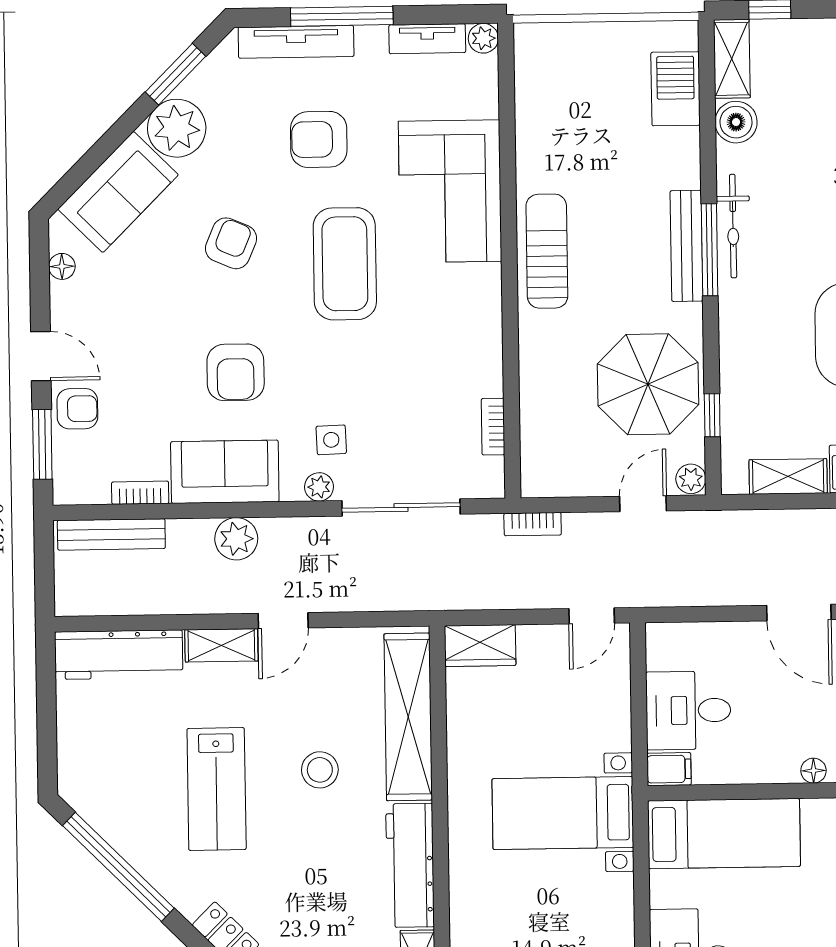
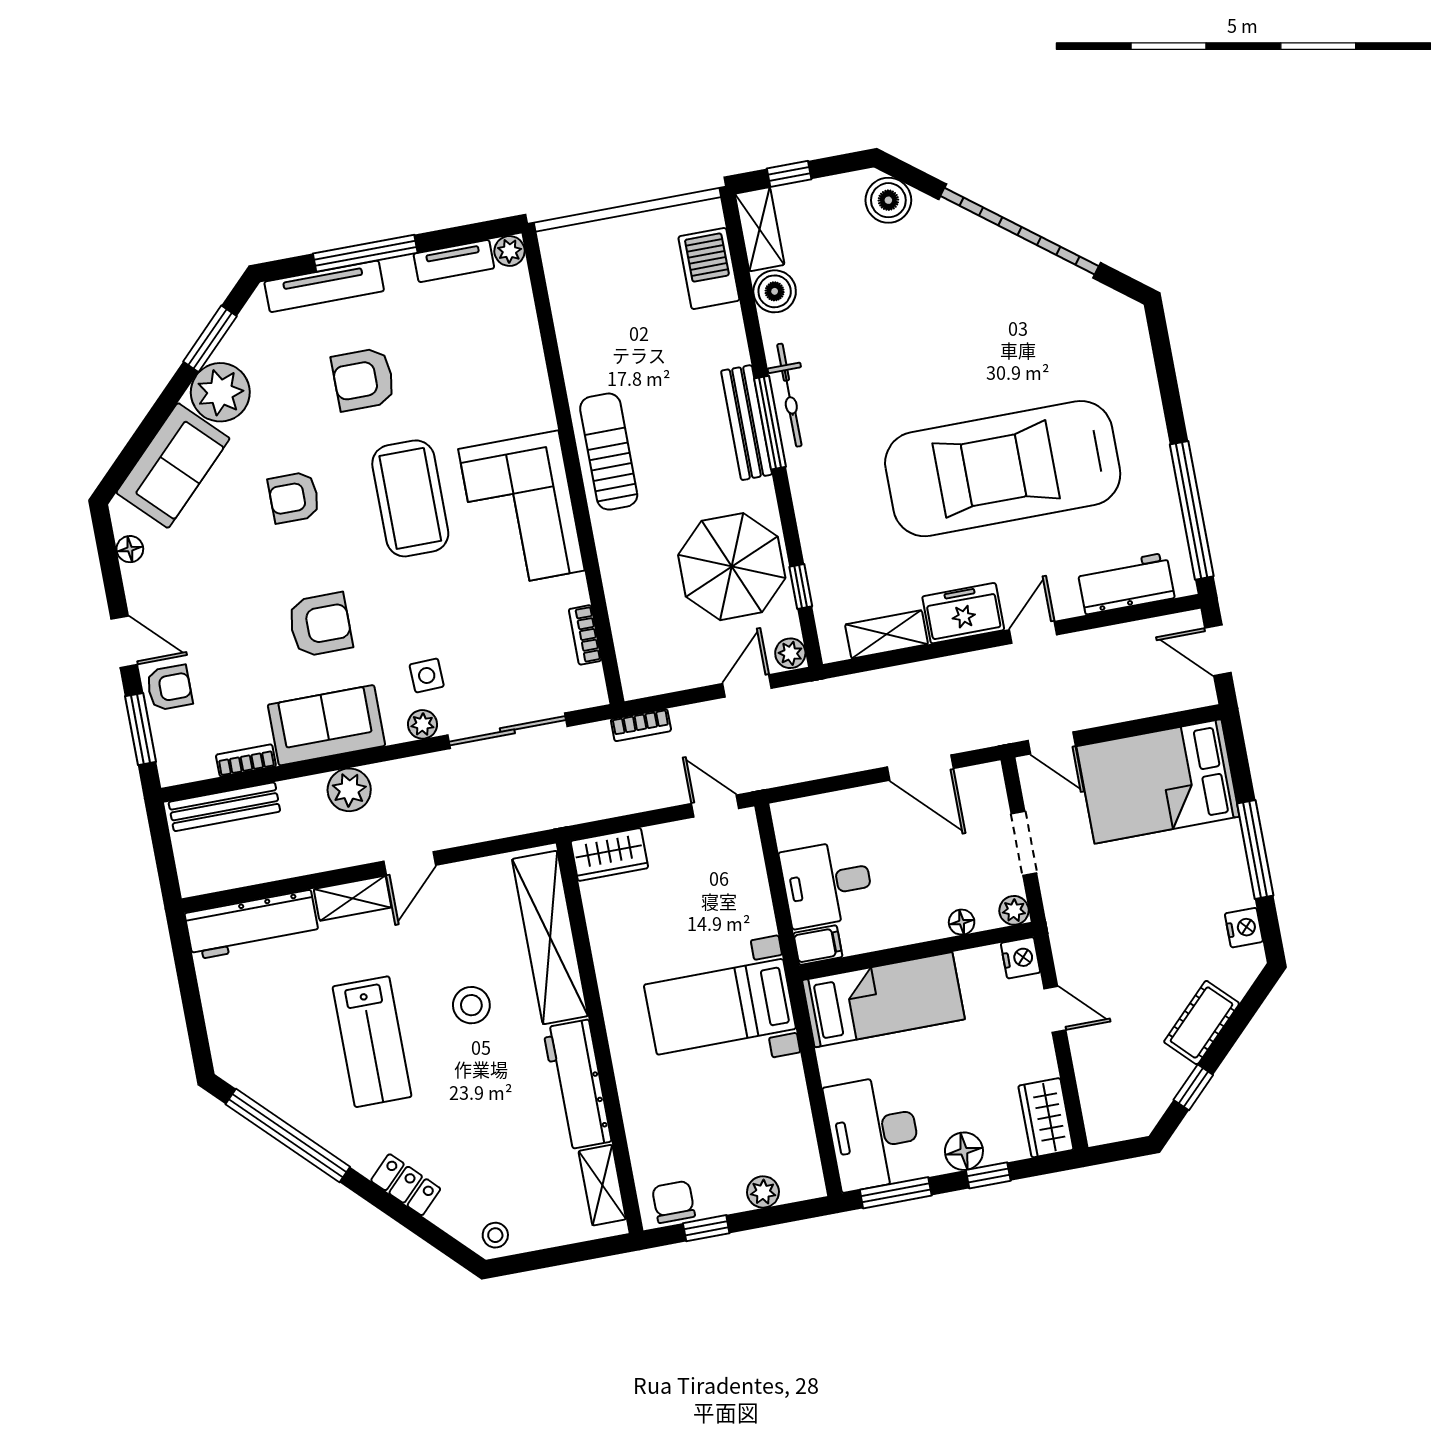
corner sofa: (450, 191) -> (521, 510), moved
armchair: (231, 243) -> (294, 497), turned -113
armchair: (236, 372) -> (320, 625), turned -90
door: (592, 616) -> (715, 806), swing flipped

